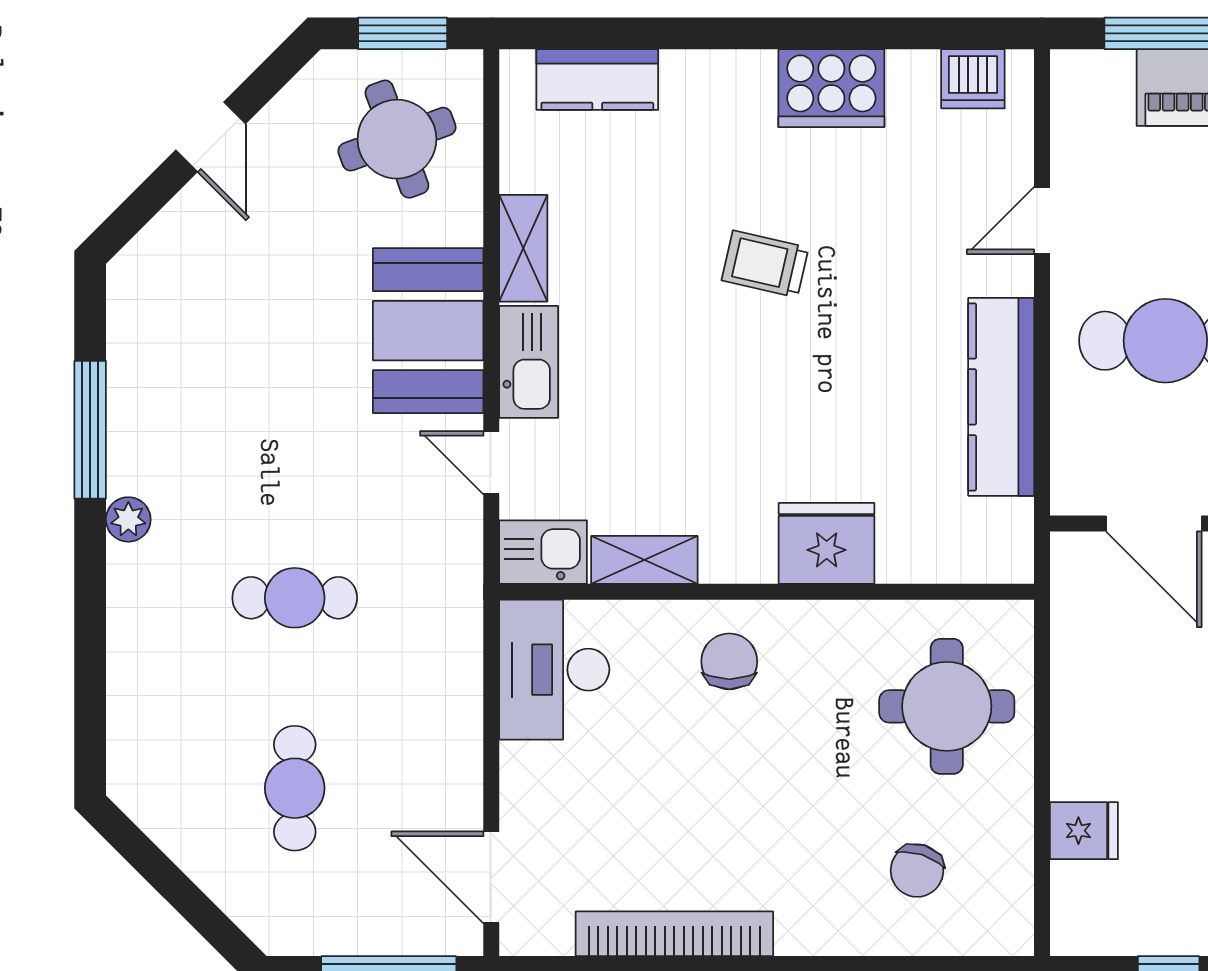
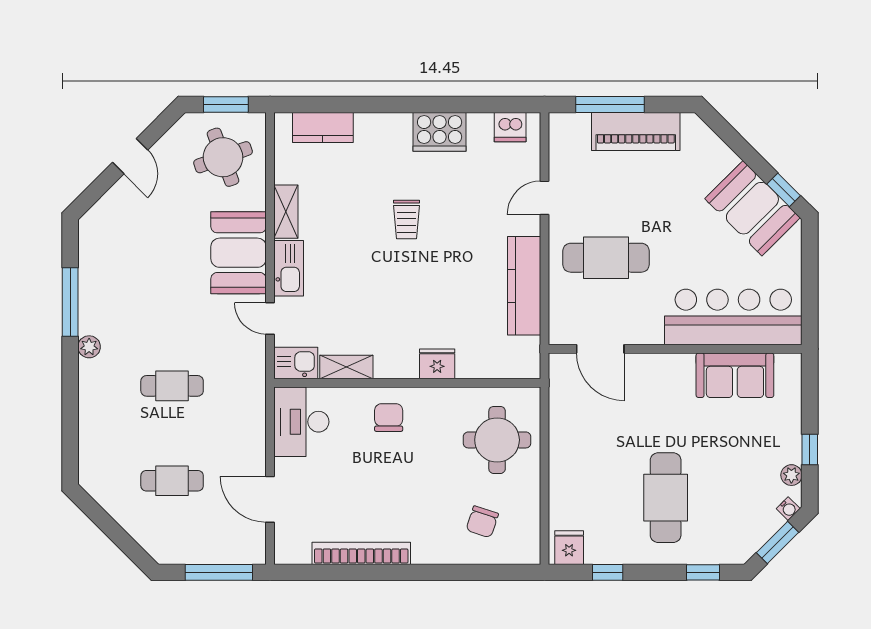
trolley: (765, 264) -> (406, 219), turned -103
fridge: (827, 543) -> (437, 364), width x0.73, depth x0.75
cafe table: (295, 788) -> (172, 481), turned 90
fridge: (1084, 831) -> (569, 548), moved, turned -90
door: (491, 877) -> (270, 499), moved

